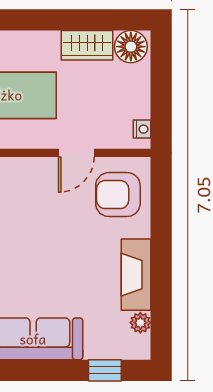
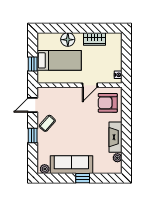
floor lamp: (131, 47) -> (68, 40), moved
window: (105, 370) -> (83, 178), moved

